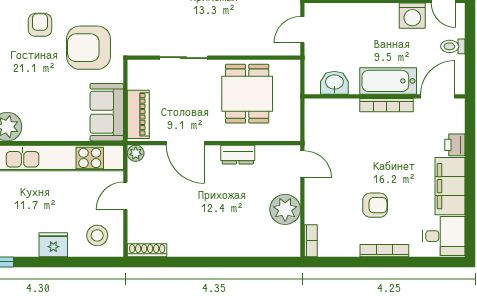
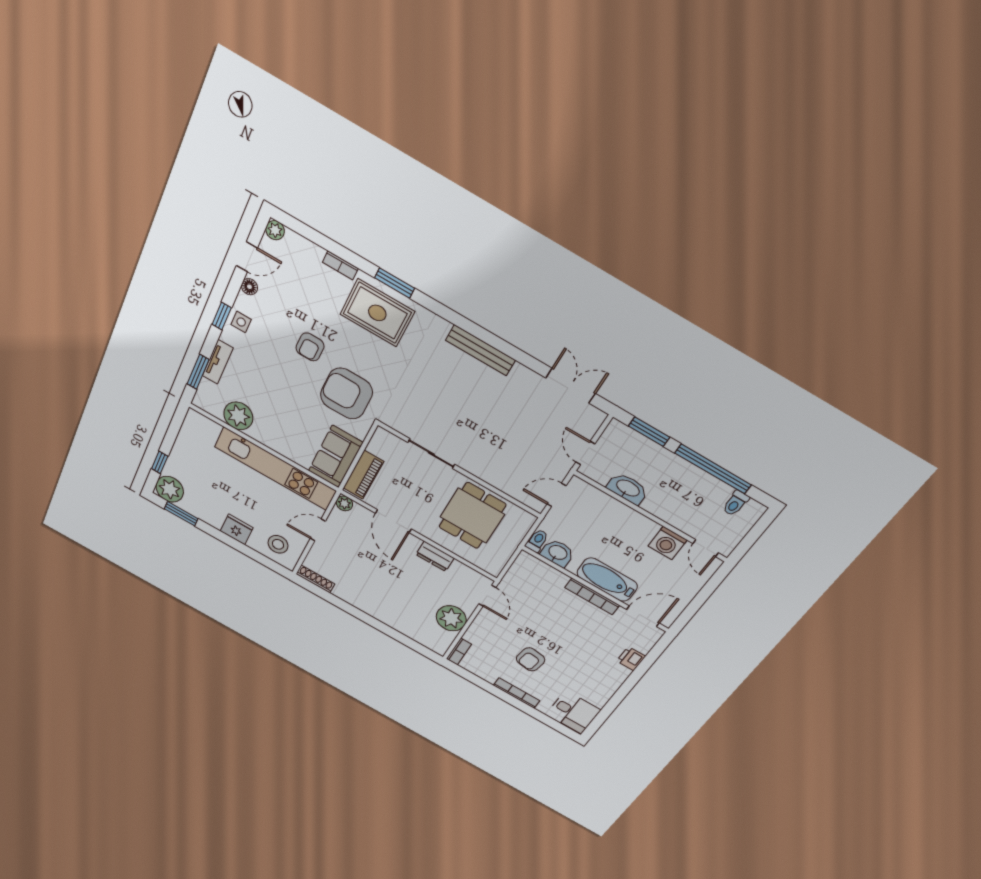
armchair: (40, 25) -> (310, 347), turned 180
toilet: (453, 46) -> (537, 541), moved, turned 90
filing cabinet: (450, 186) -> (604, 683), removed
armchair: (375, 205) -> (531, 659), turned 98

